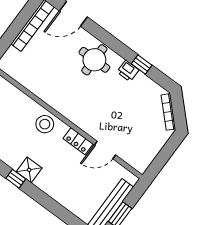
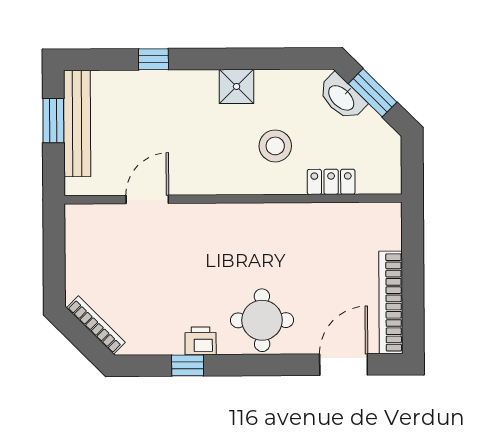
stool: (45, 124) -> (275, 146), moved
locker: (78, 141) -> (331, 182), moved
window: (16, 179) -> (153, 59), moved

